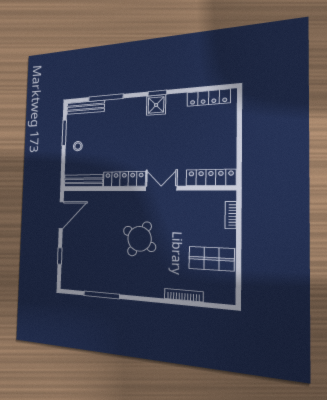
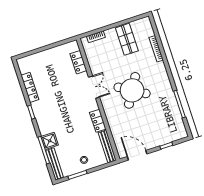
locker: (208, 98) -> (30, 87), moved
shower: (156, 105) -> (50, 141), moved
locker: (211, 178) -> (78, 62), width x0.66
locker: (124, 179) -> (98, 121), width x0.66
double door: (161, 188) -> (94, 87), swing flipped
round table: (139, 239) -> (132, 90), width x1.36, depth x1.36

